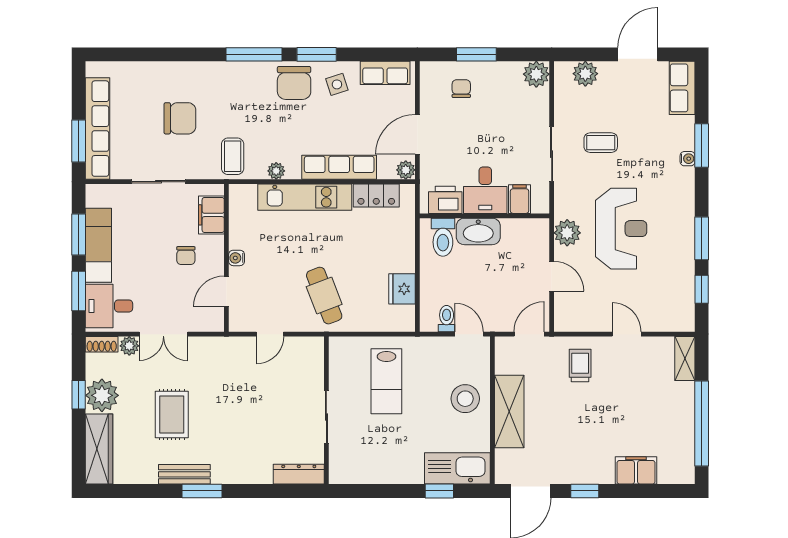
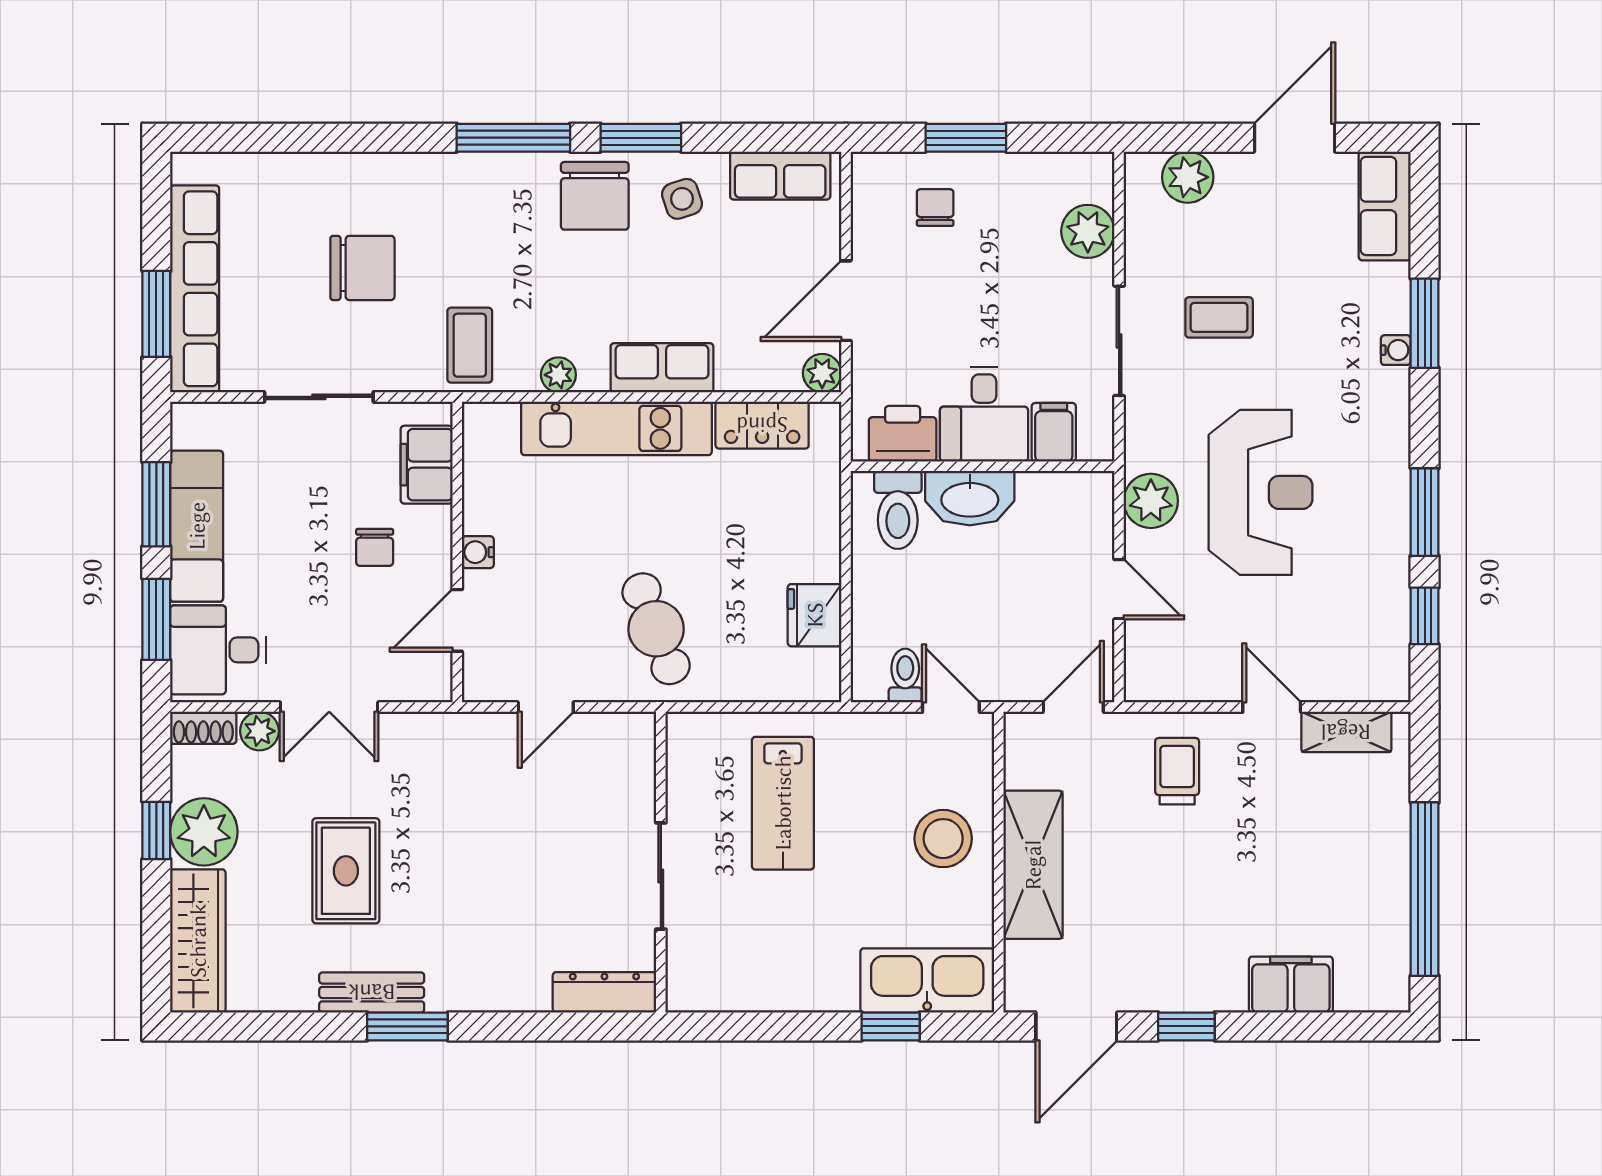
plant: (536, 74) -> (1088, 231), moved
row of seats: (339, 167) -> (662, 368), width x0.68
shelving: (685, 358) -> (1346, 732), moved, turned 90

